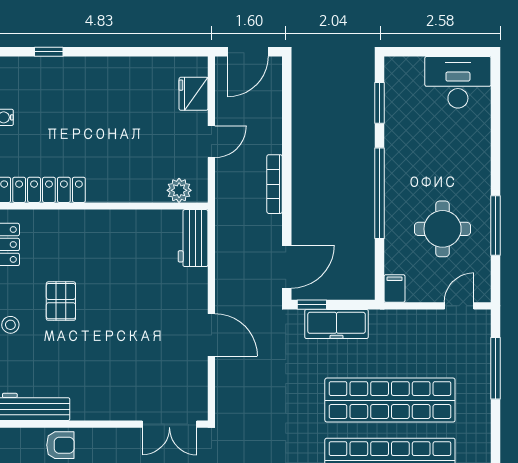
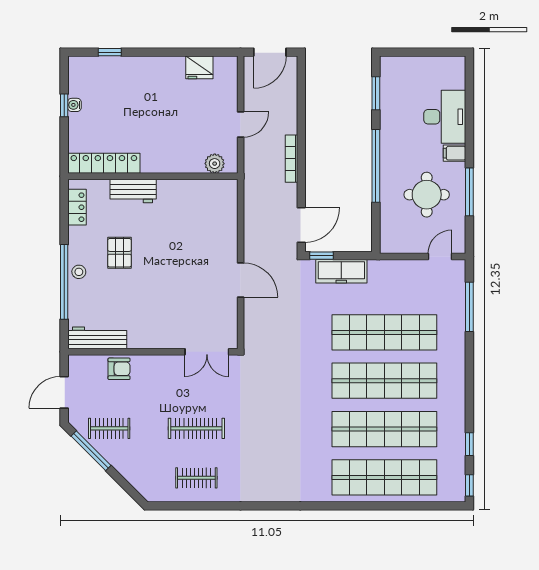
desk: (458, 82) -> (445, 117), moved, turned 90
fridge: (194, 94) -> (199, 67), moved, turned -90
workbench: (193, 238) -> (133, 191), moved, turned -90
filing cabinet: (395, 288) -> (454, 153), moved, turned -90

